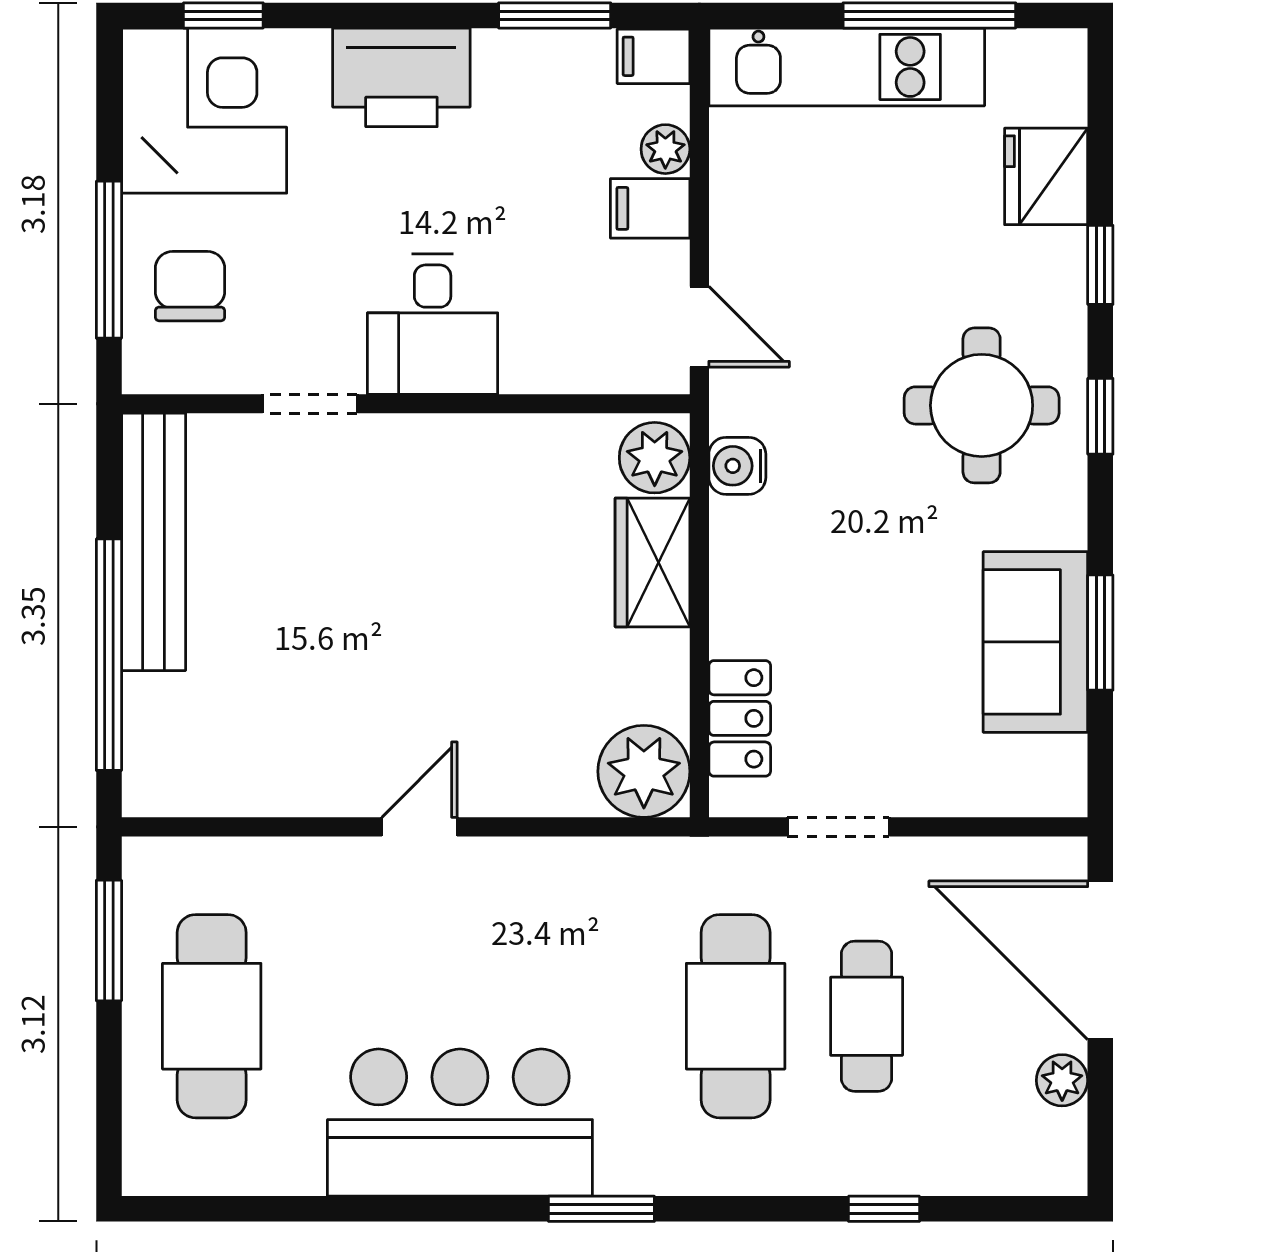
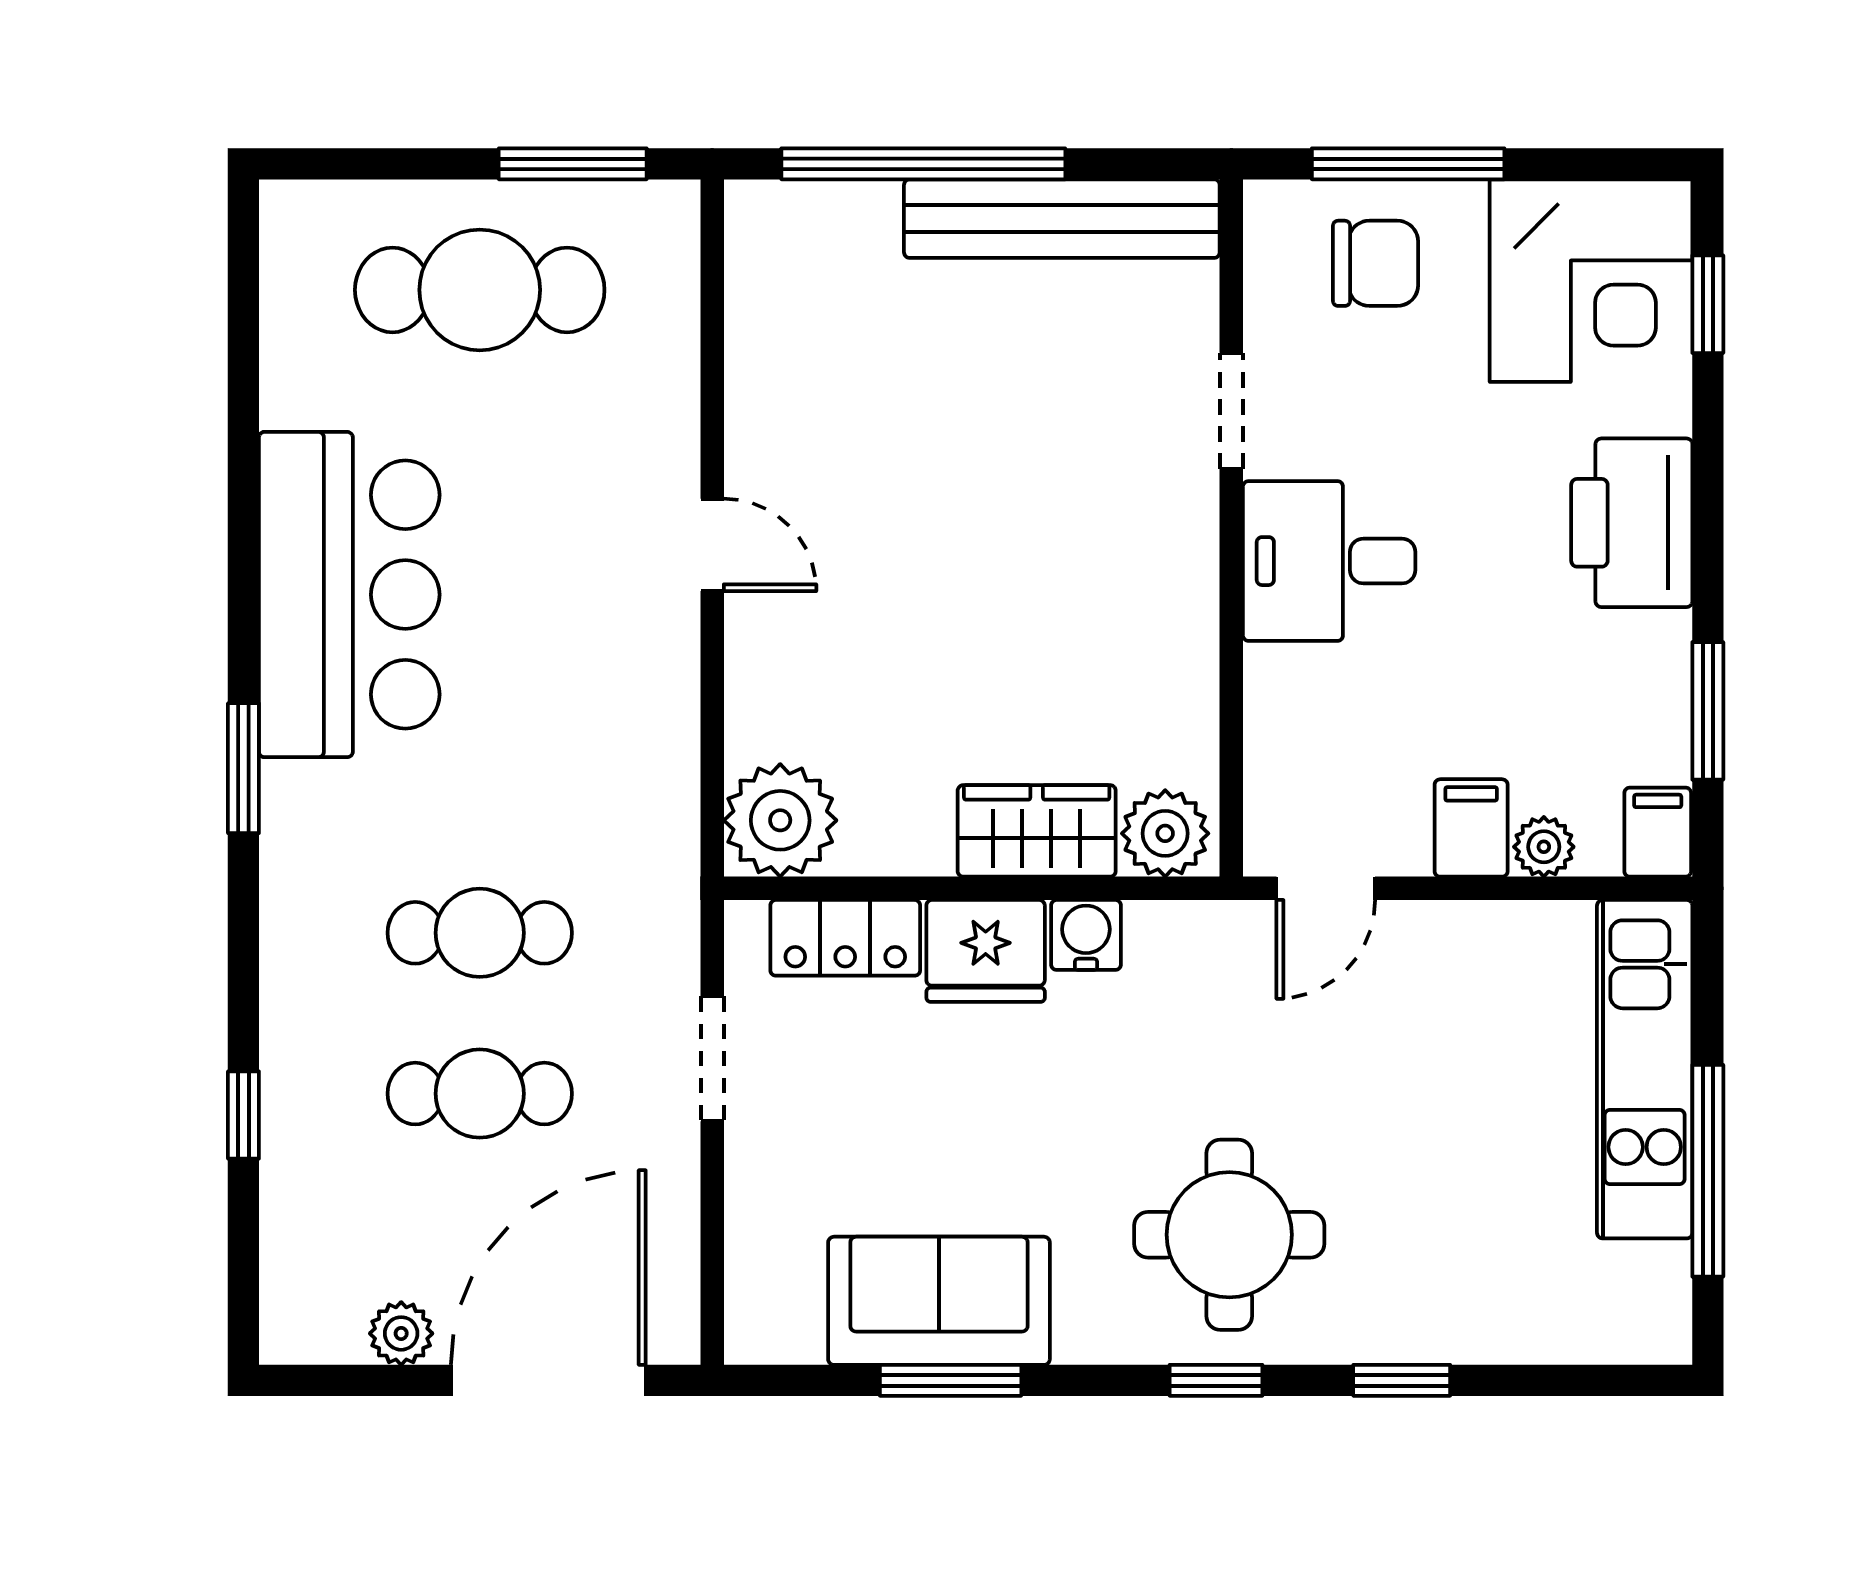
fridge: (1046, 176) -> (986, 951), moved, turned 180
water cooler: (737, 466) -> (1086, 935), moved
cafe table: (736, 1016) -> (480, 933), width x0.73, depth x0.74

